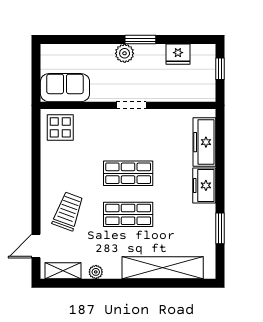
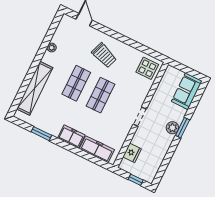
window: (140, 40) -> (183, 128), moved
fridge: (178, 54) -> (132, 153), moved, turned 180
sofa: (65, 88) -> (187, 91), moved, turned 180
trolley: (68, 211) -> (104, 55), moved
shelving: (63, 271) -> (62, 29), removed

